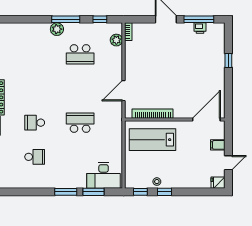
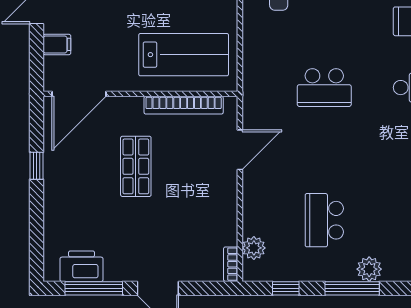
printer: (200, 28) -> (82, 266), width x1.87, depth x1.48
school desk: (80, 54) -> (324, 220), turned -90
window: (228, 61) -> (36, 166), moved
shop shelf: (177, 82) -> (136, 166), added

